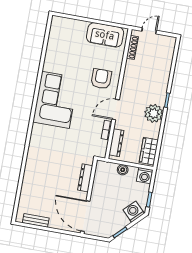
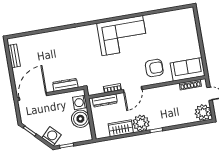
sofa: (105, 35) -> (188, 69), moved, turned 90
plant: (166, 45) -> (203, 113), added
door: (116, 109) -> (133, 90), swing flipped
wardrobe: (149, 151) -> (121, 128), moved
boiler: (123, 170) -> (80, 119), width x1.86, depth x1.86
washing machine: (145, 176) -> (80, 102), moved

